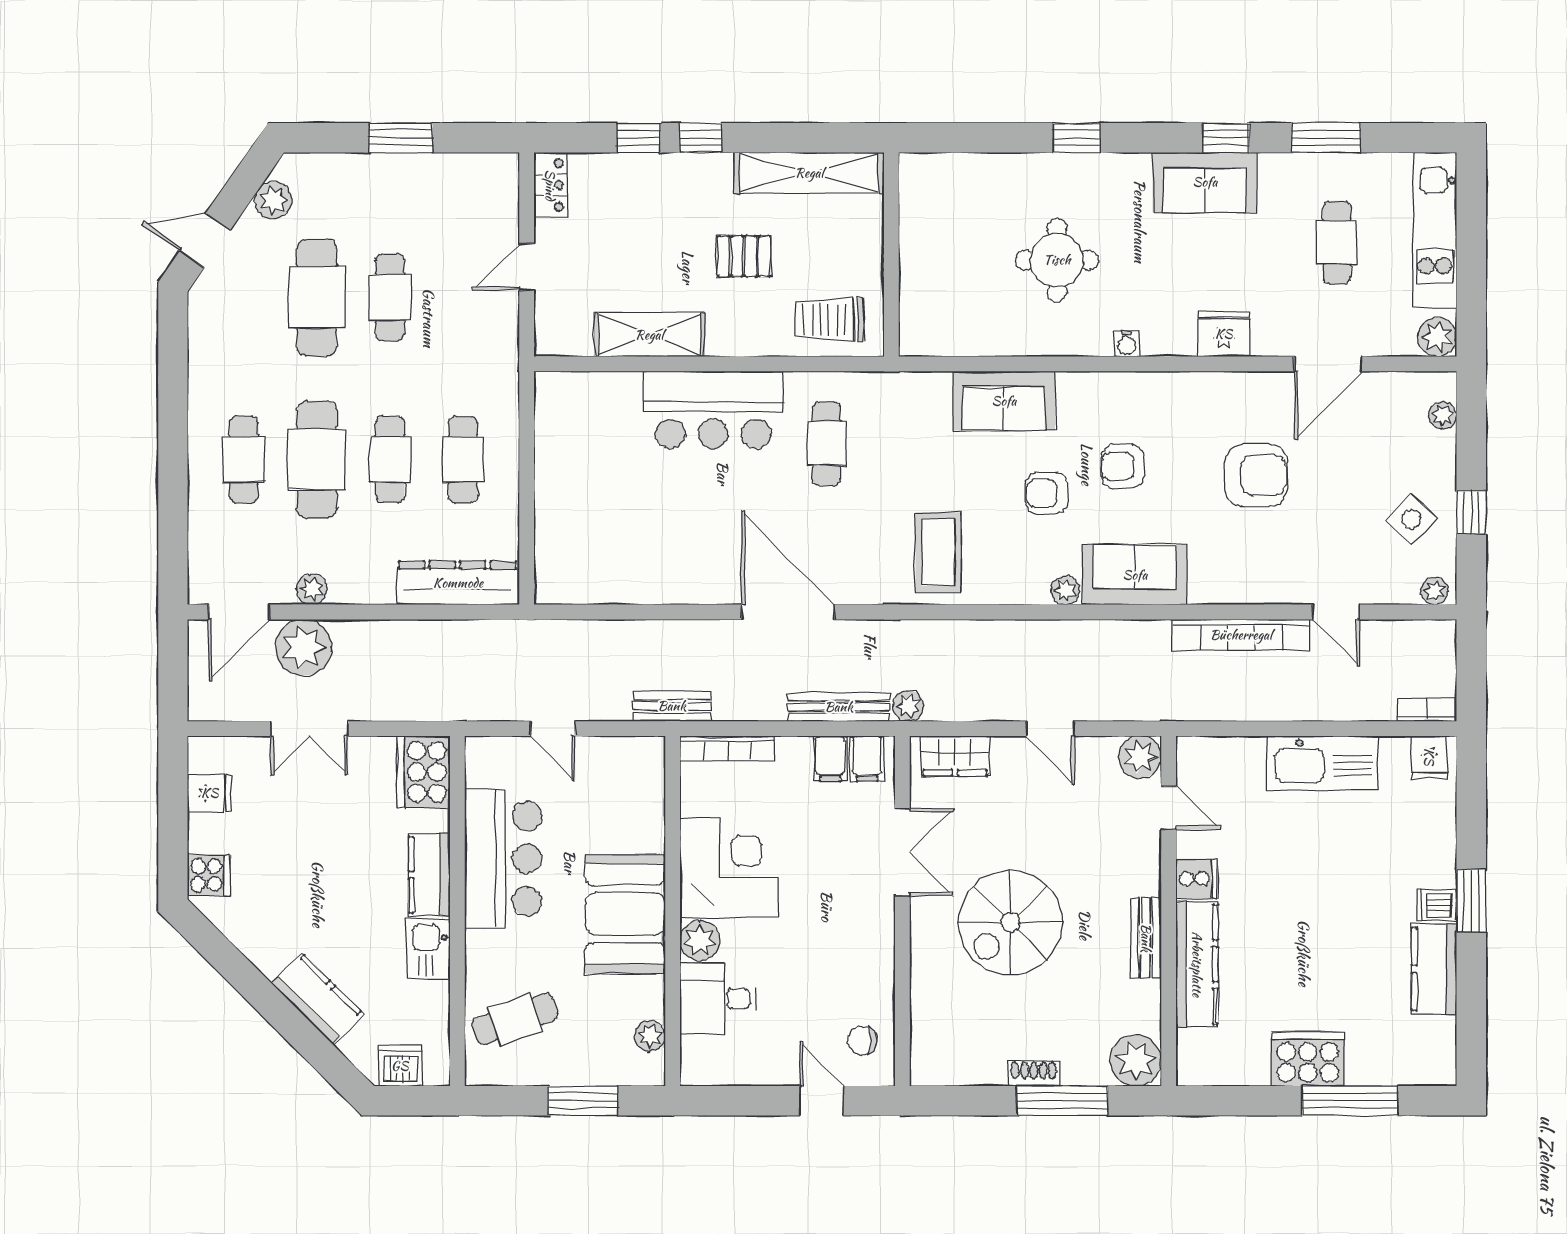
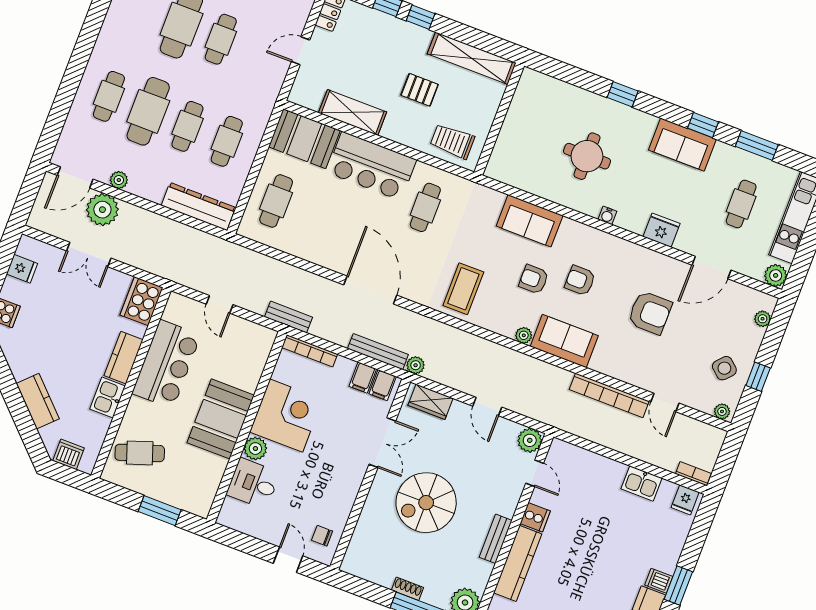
booth: (587, 407) -> (304, 139), added
cafe table: (580, 526) -> (276, 201), added
kitchen sink: (1322, 763) -> (642, 483), width x0.53, depth x0.81
plant: (650, 1036) -> (209, 490), removed

